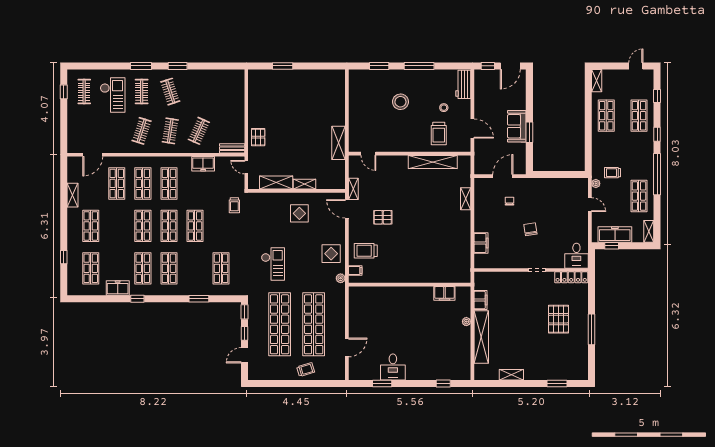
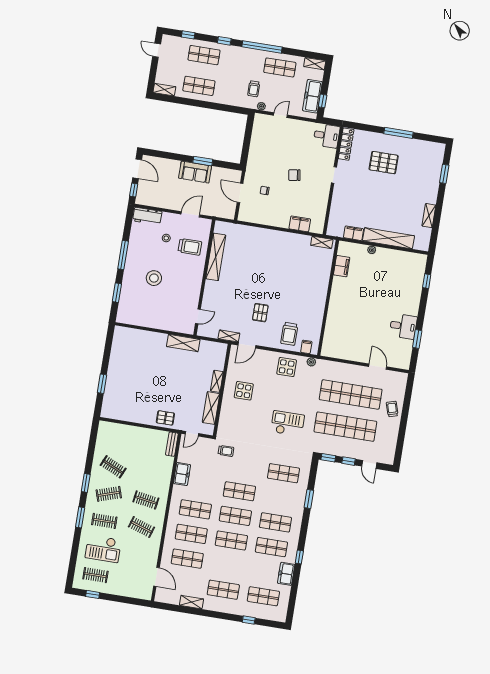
checkout: (113, 95) -> (103, 549), turned 180
clothes rail: (199, 131) -> (113, 467), moved
shelving: (466, 199) -> (322, 242), moved

